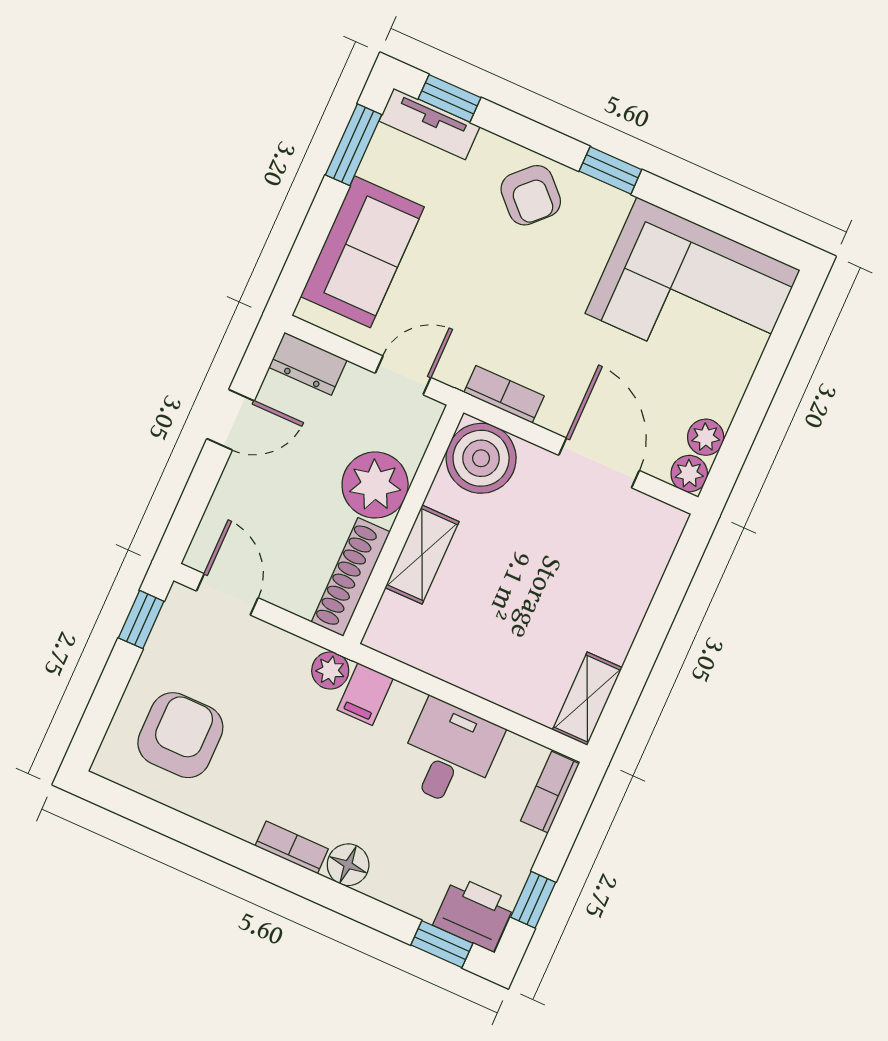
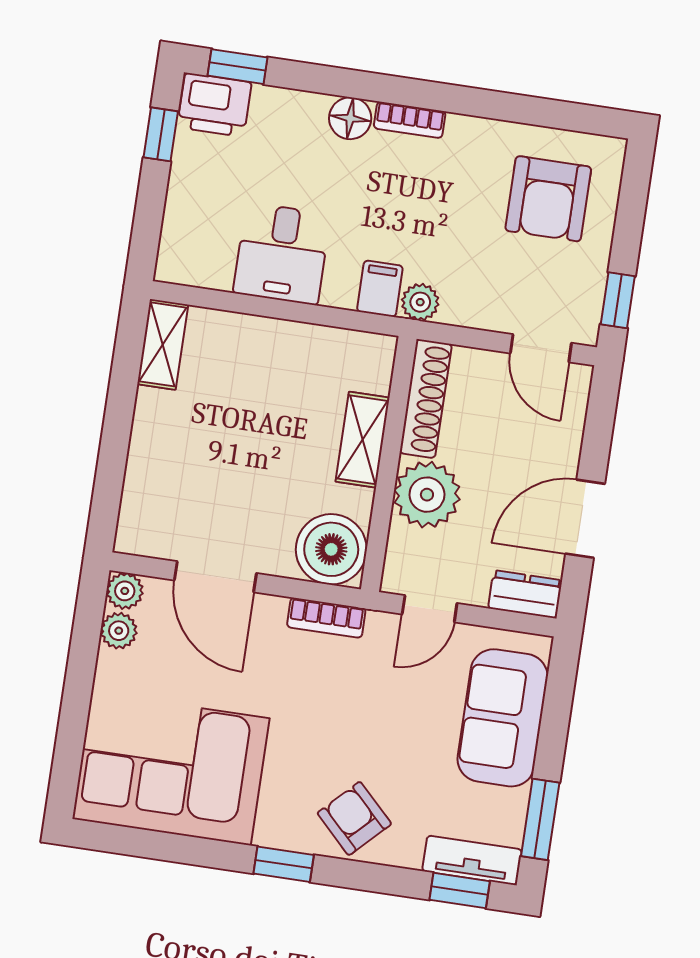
door: (231, 420) -> (585, 519), width x1.38
bookcase: (550, 792) -> (174, 243), removed

